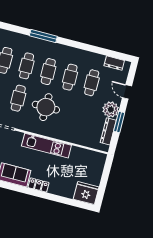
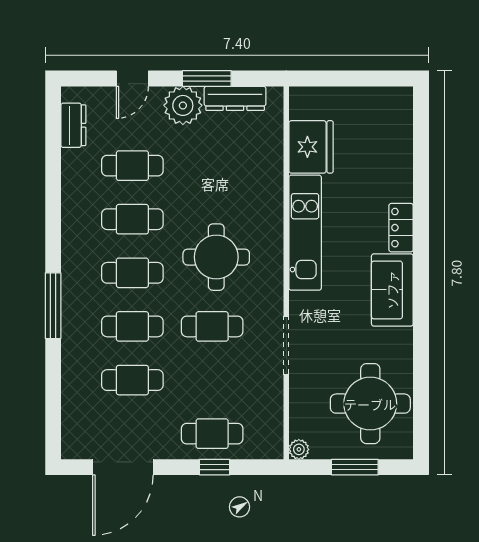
fridge: (86, 193) -> (311, 147), moved, turned 180

